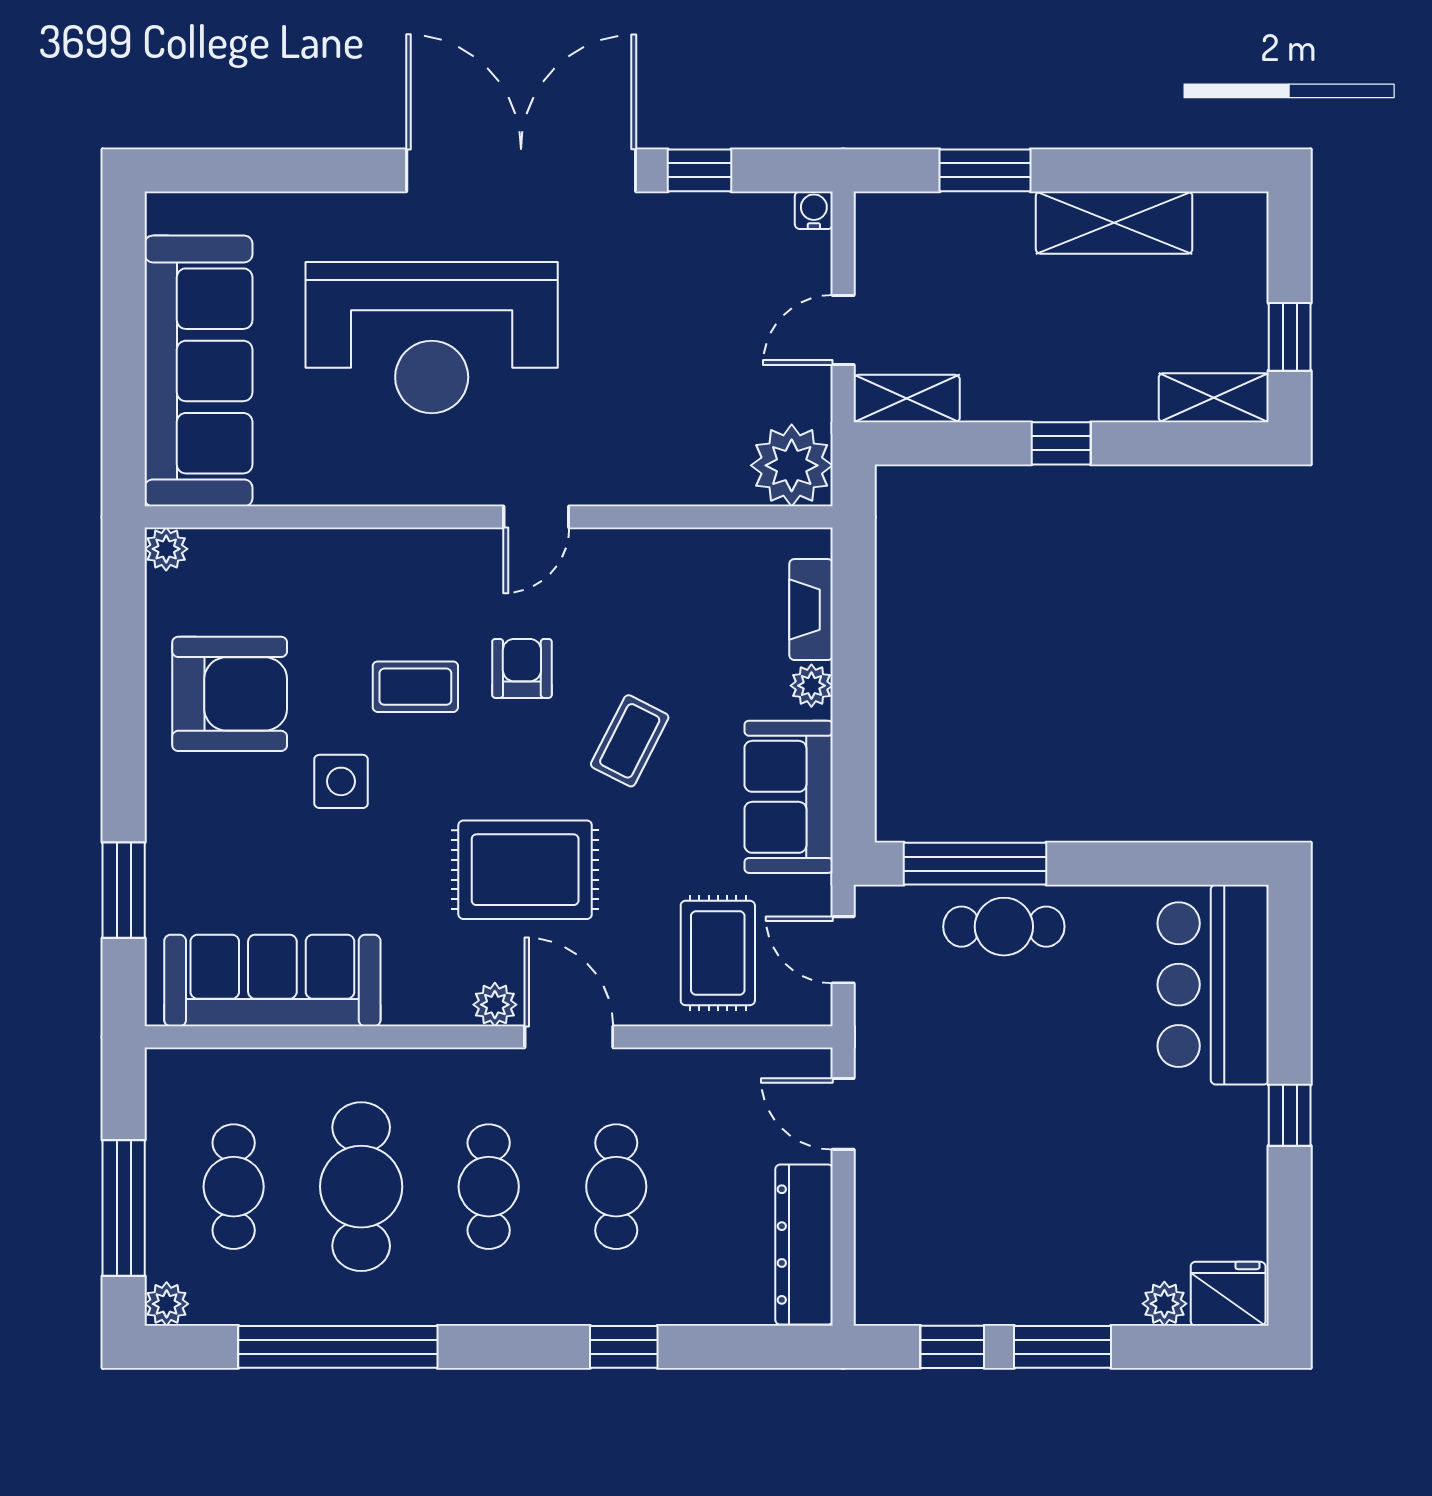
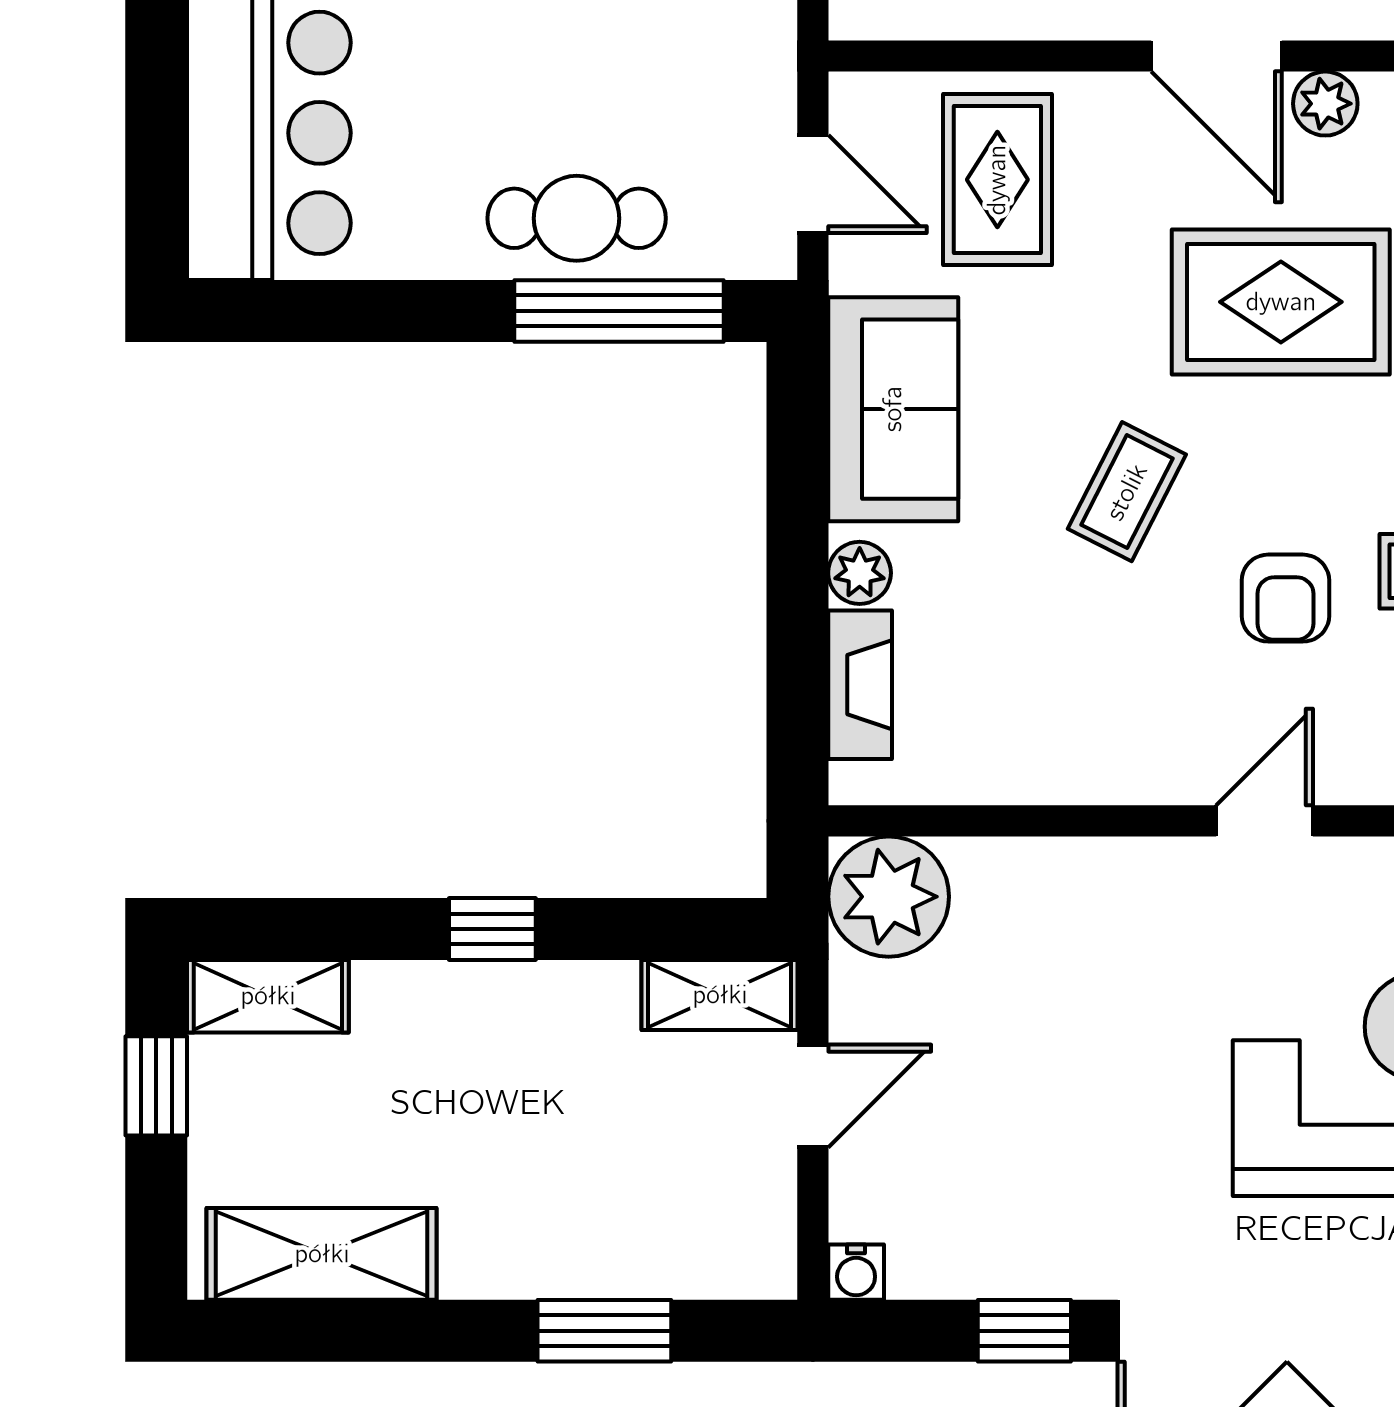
shelving: (1114, 223) -> (322, 1254), moved

